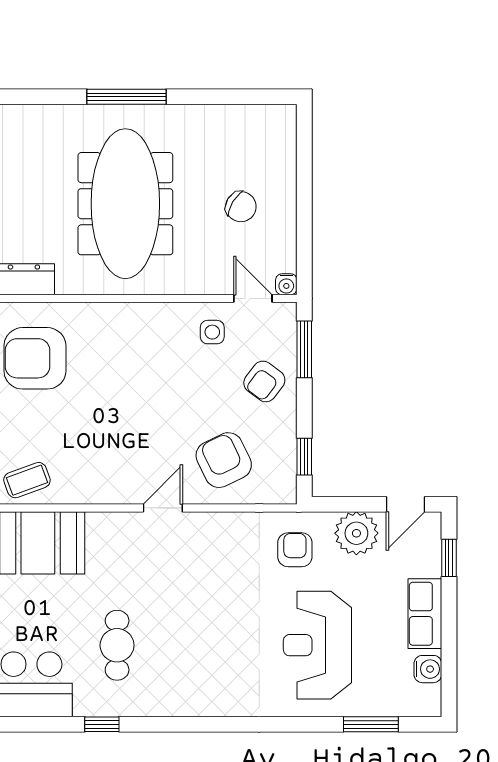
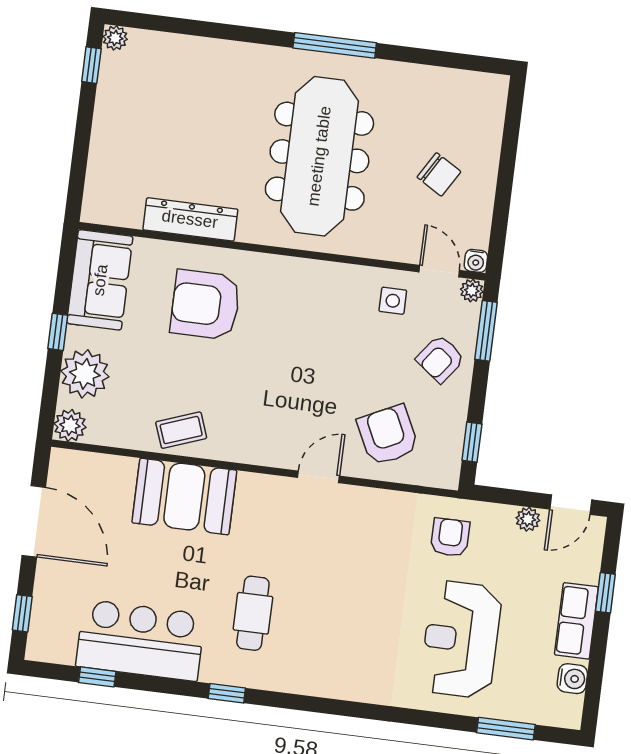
plant: (286, 313) -> (472, 291), added
plant: (356, 533) -> (528, 519), width x0.53, depth x0.53
window: (449, 558) -> (605, 593), moved

